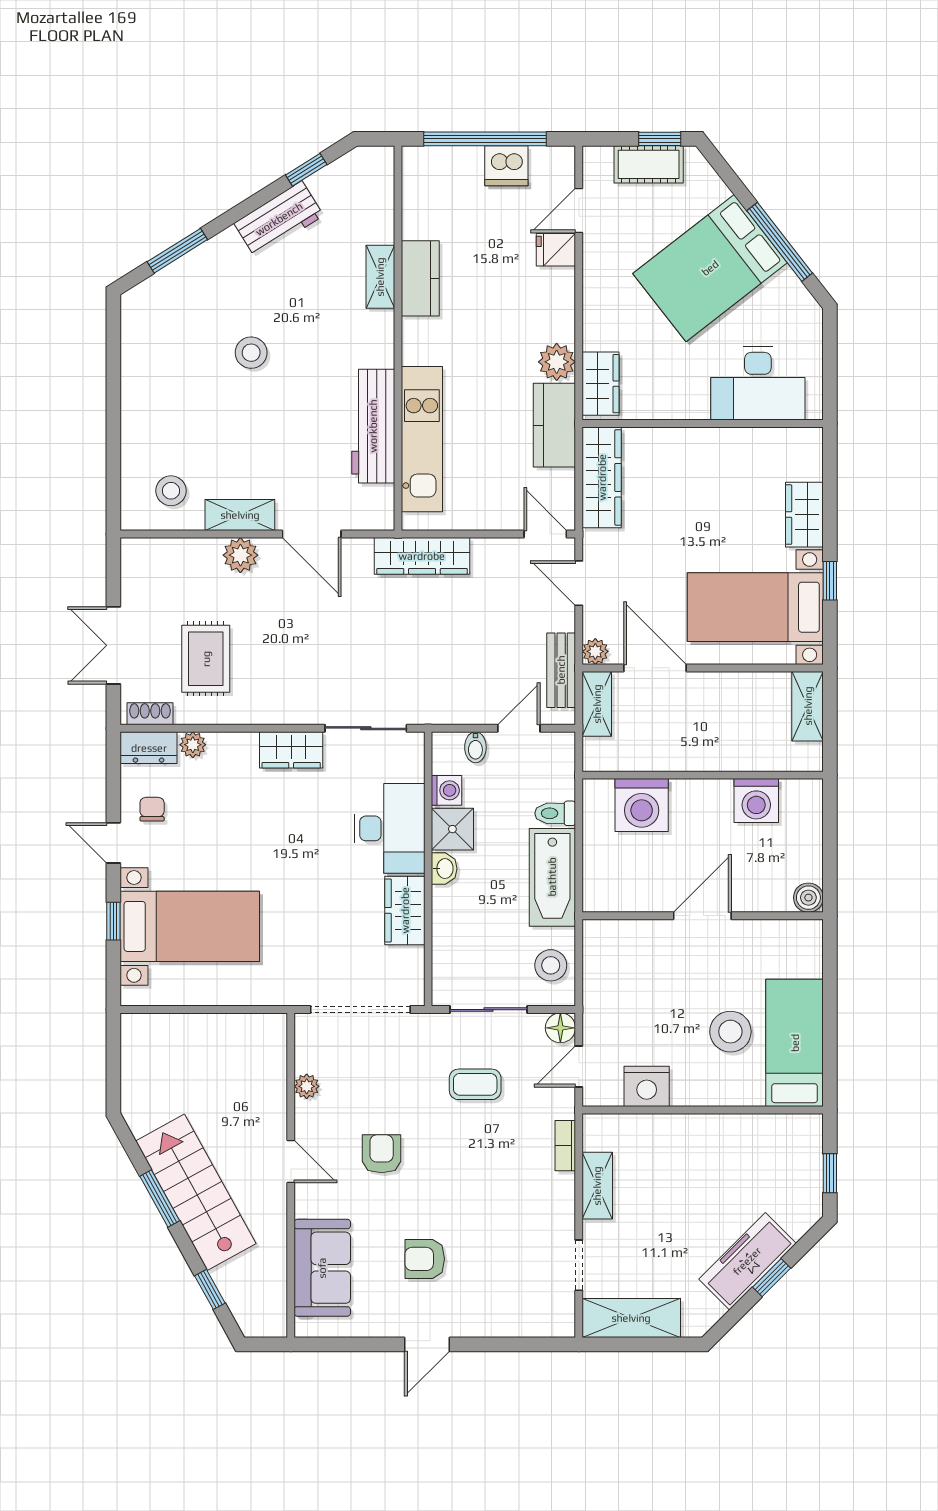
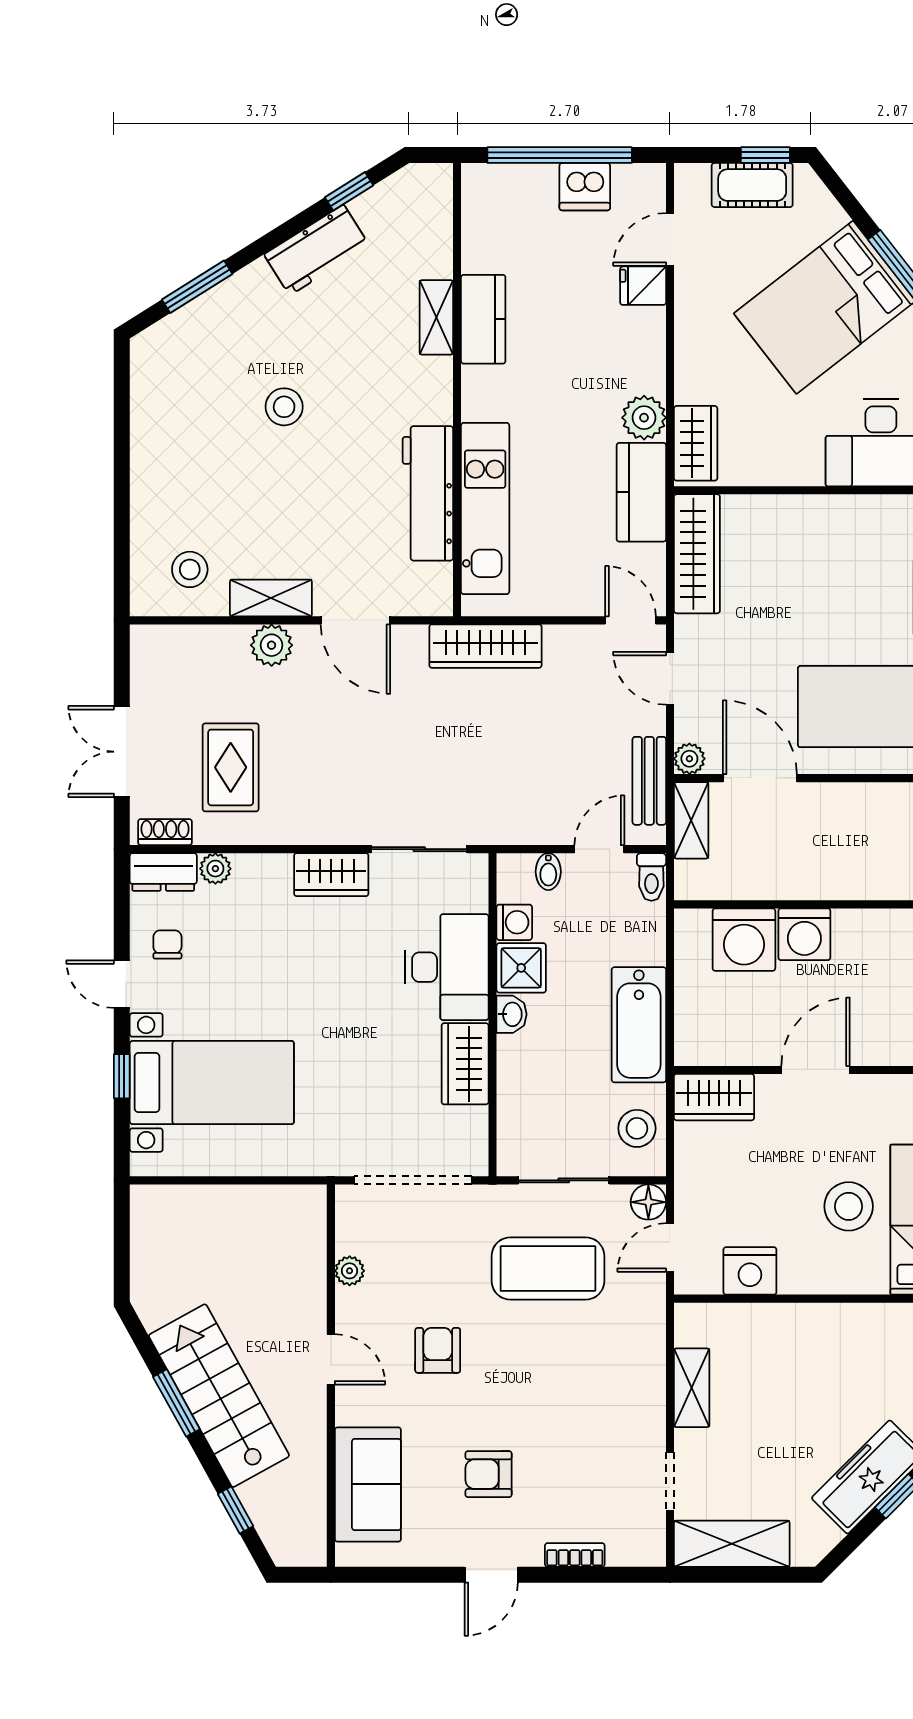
washing machine: (756, 801) -> (804, 934), moved
toilet: (555, 813) -> (651, 877), moved, turned -90
wardrobe: (616, 939) -> (714, 1097), added
coffee table: (475, 1084) -> (548, 1269), width x1.86, depth x1.72
bookcase: (565, 1146) -> (575, 1555), moved, turned 90

